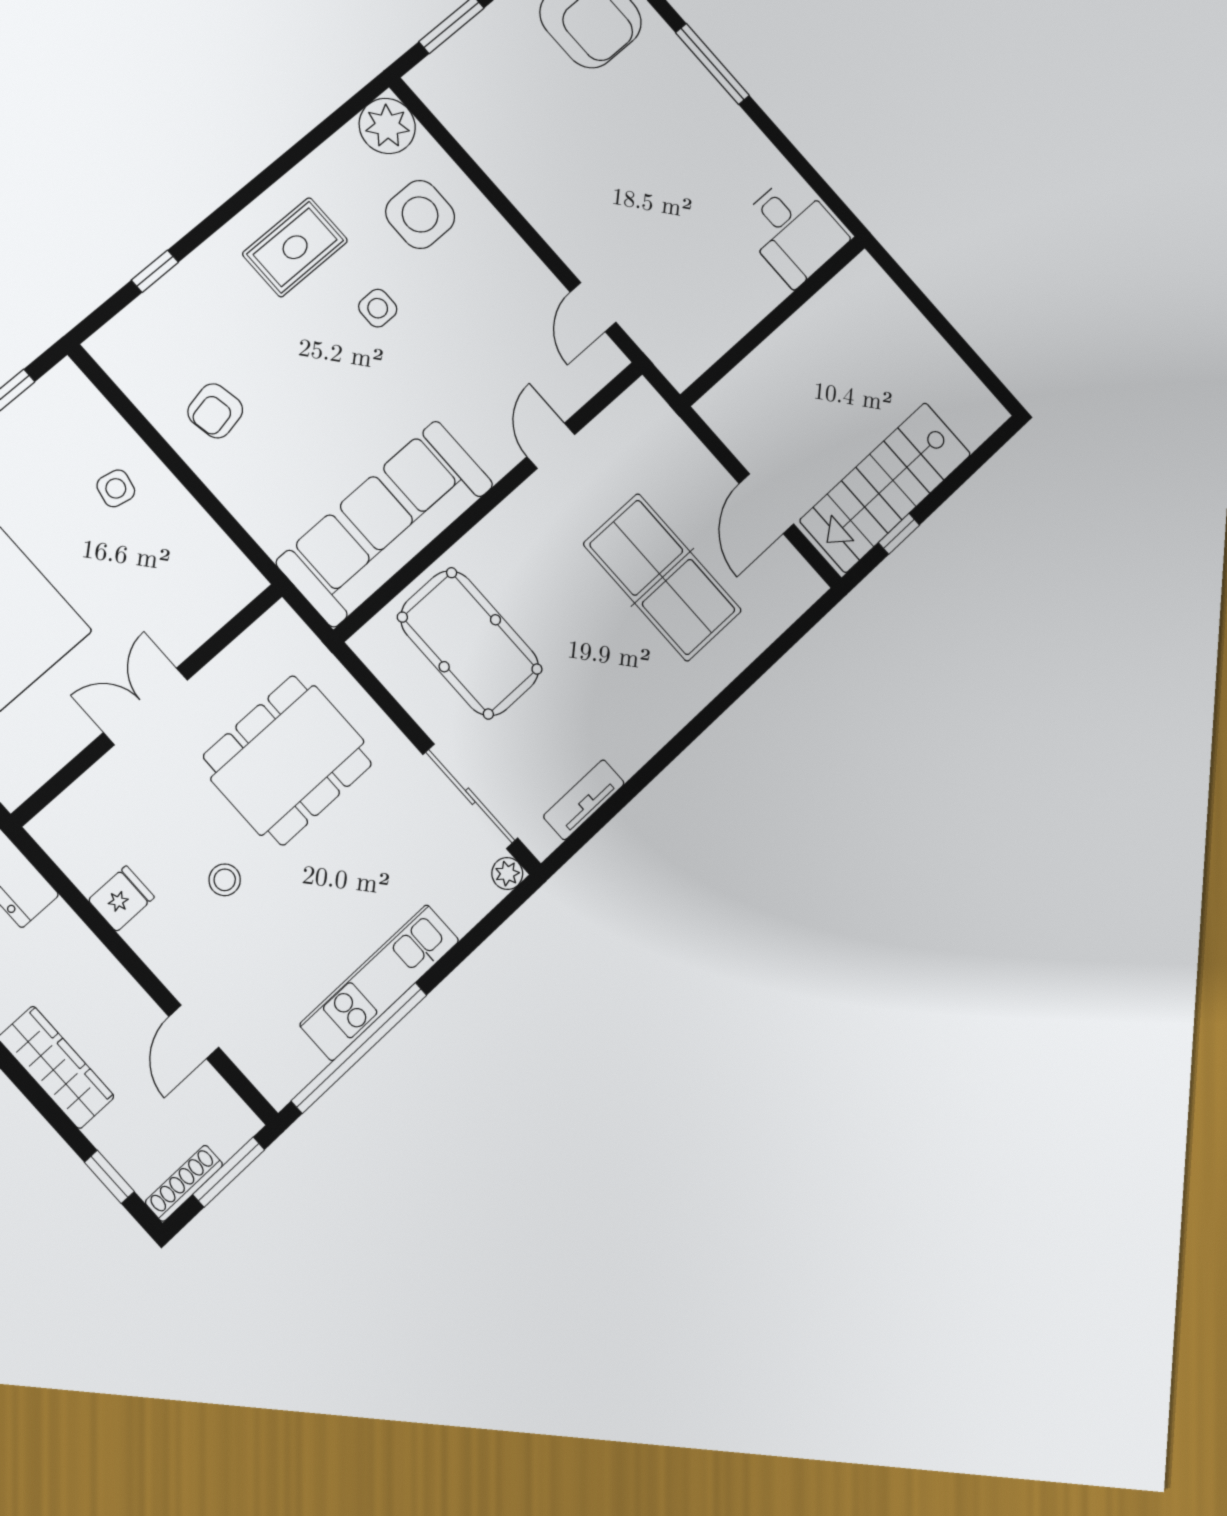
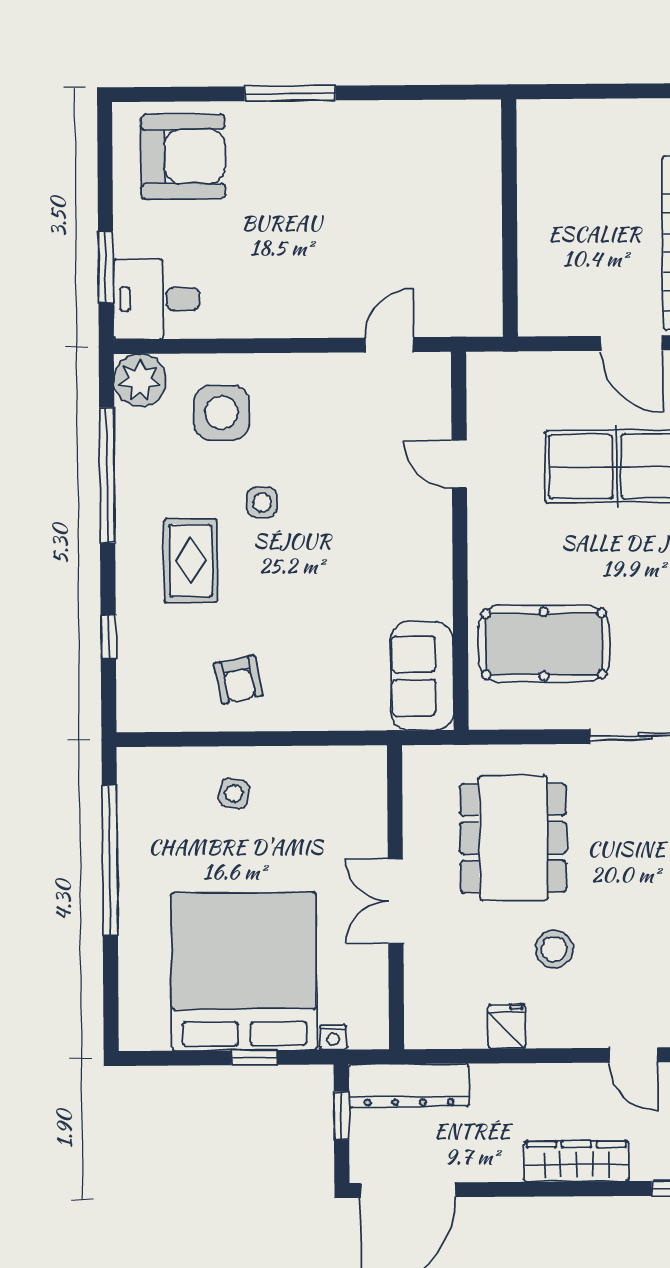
window: (287, 161) -> (107, 475), added
desk: (793, 231) -> (156, 299), moved, turned 180
rug: (295, 247) -> (191, 560), moved
door: (593, 307) -> (389, 345), swing flipped
sofa: (385, 523) -> (422, 676), width x0.54, depth x0.79
stool: (225, 880) -> (554, 949), width x1.37, depth x1.37

